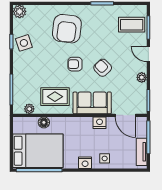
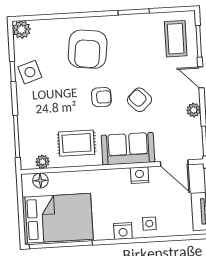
coffee table: (132, 25) -> (176, 39), turned 90
armchair: (75, 64) -> (101, 97), turned 180
floor lamp: (44, 122) -> (40, 180), moved

